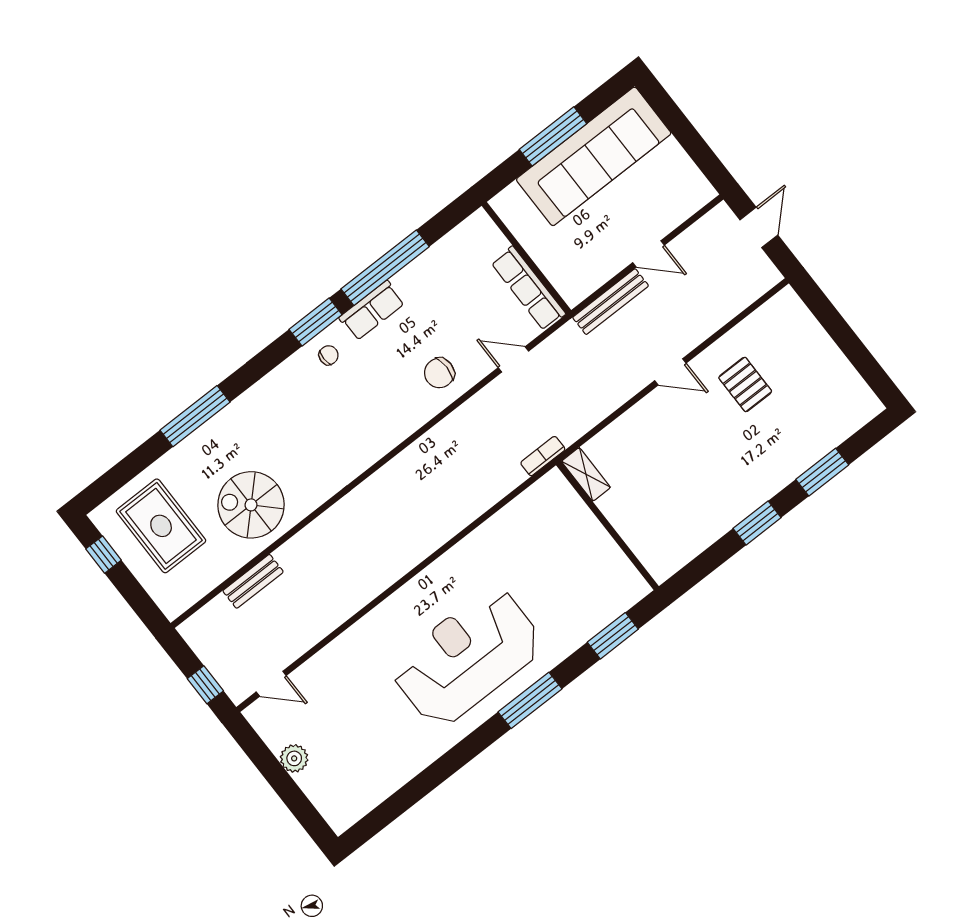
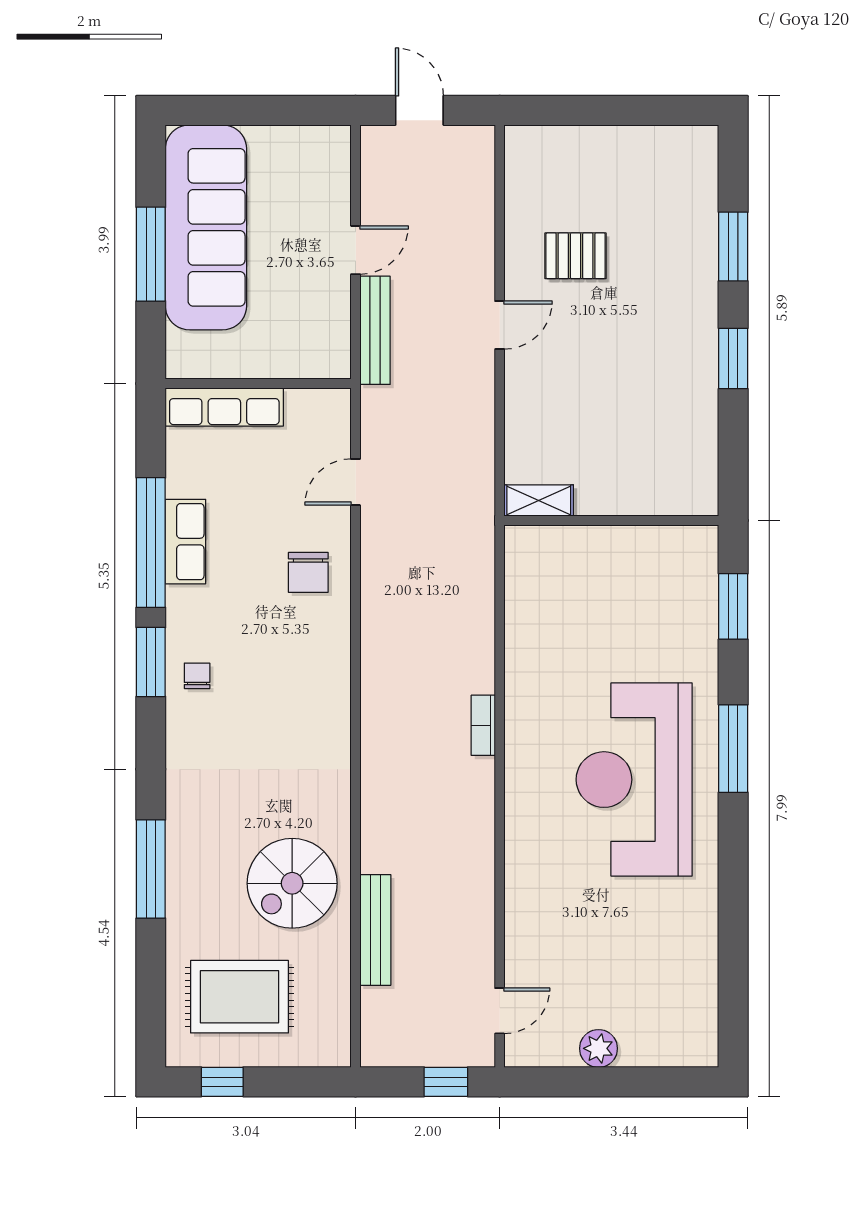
row of seats: (528, 288) -> (224, 407), moved
row of seats: (372, 310) -> (185, 542), moved
bookcase: (543, 456) -> (483, 725), moved
bench: (253, 581) -> (375, 930), width x1.36

